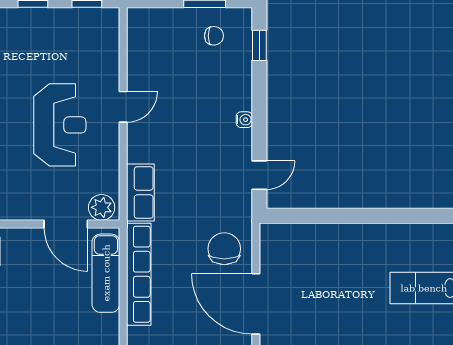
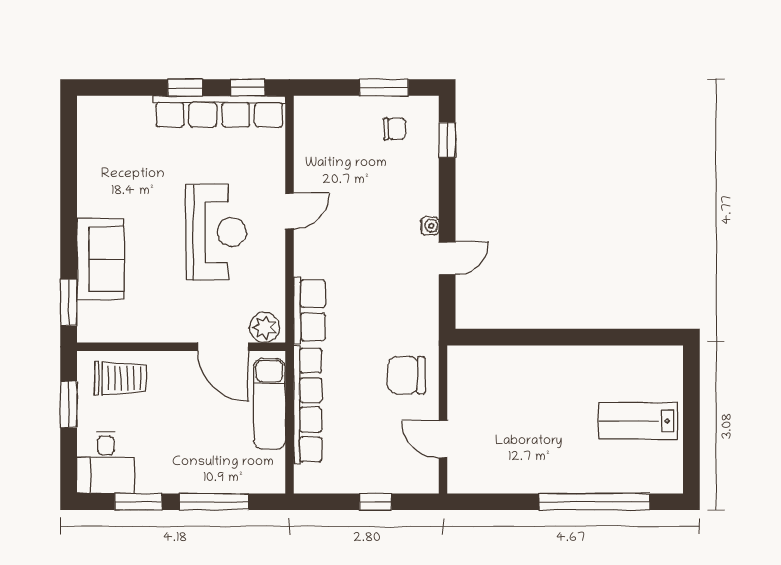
row of seats: (63, 21) -> (219, 111), added
door: (259, 175) -> (447, 258), moved
chair: (224, 249) -> (406, 375), turned -90
door: (256, 304) -> (443, 439), width x0.53

